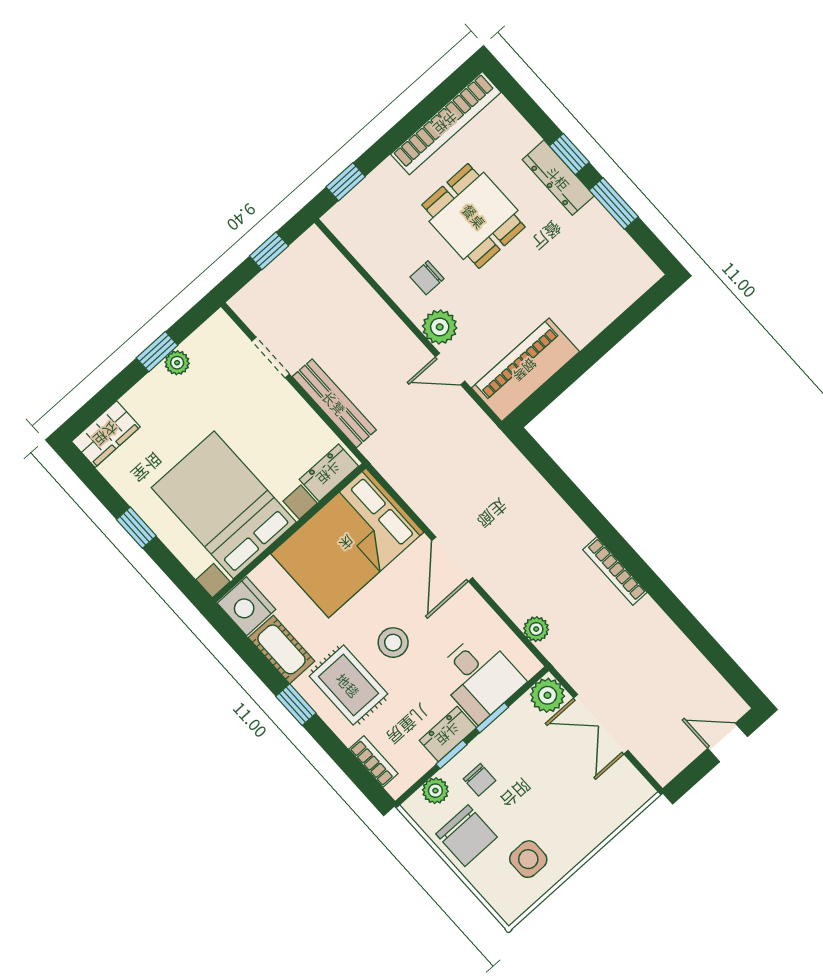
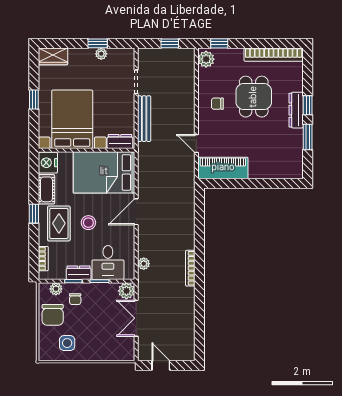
plant: (440, 327) -> (206, 59), moved
door: (728, 742) -> (161, 365), moved

